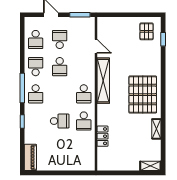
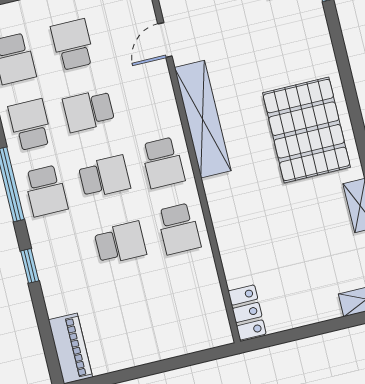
door: (96, 46) -> (165, 40), swing flipped
school desk: (60, 67) -> (89, 111), turned 90
school desk: (60, 94) -> (104, 177), added
locker: (102, 136) -> (247, 312), moved

